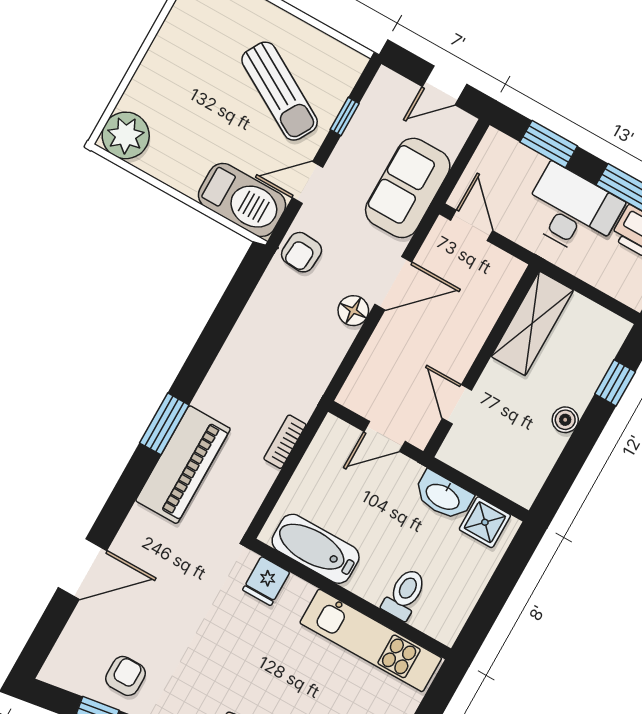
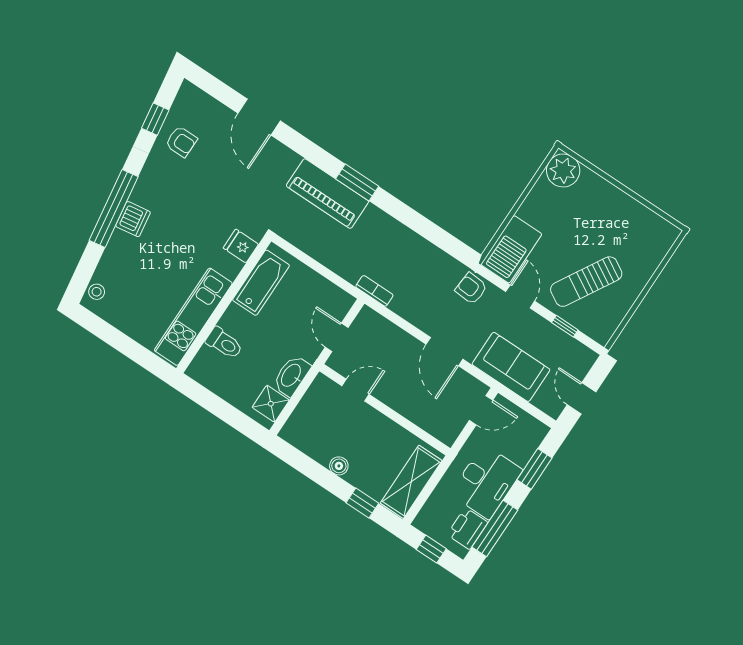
floor lamp: (353, 311) -> (427, 322), removed
shelving: (532, 323) -> (411, 482), moved, turned 90
bookcase: (285, 442) -> (374, 291), moved

